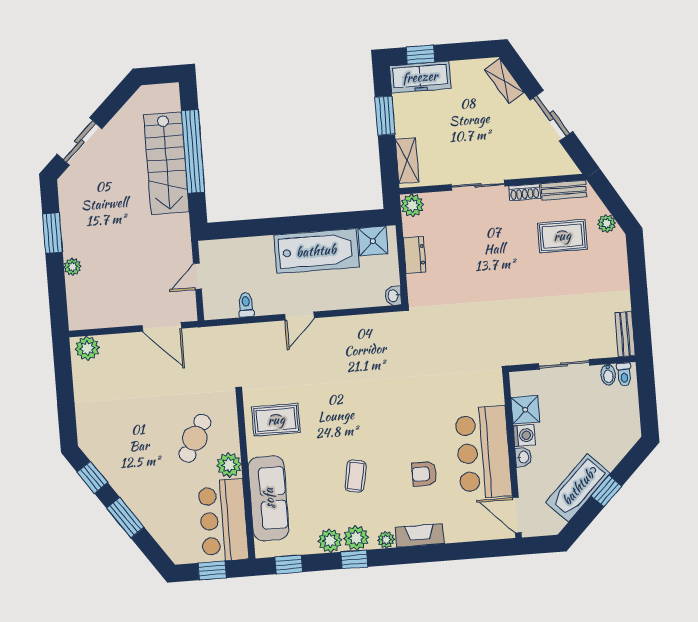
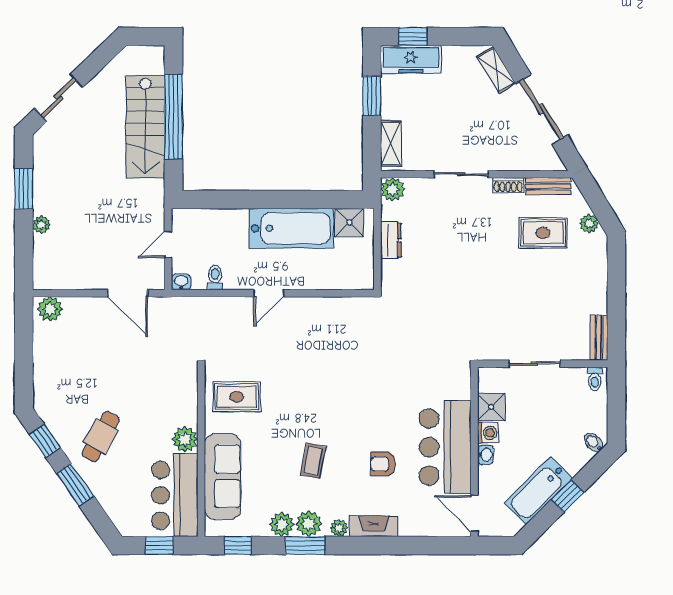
sliding door: (551, 116) -> (542, 109), width x1.37
washbasin: (393, 296) -> (181, 282), moved, turned 90
bidet: (608, 375) -> (594, 442), moved, turned 135
cafe table: (195, 438) -> (101, 436), moved
window: (354, 559) -> (305, 545), width x1.50

